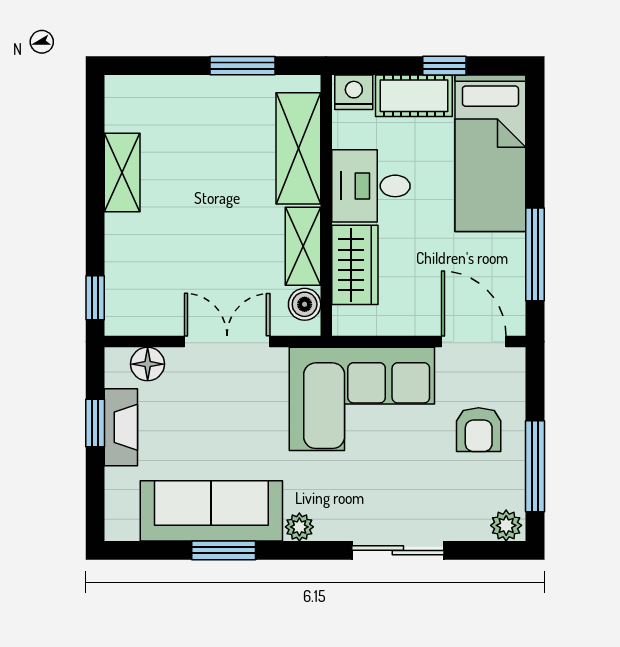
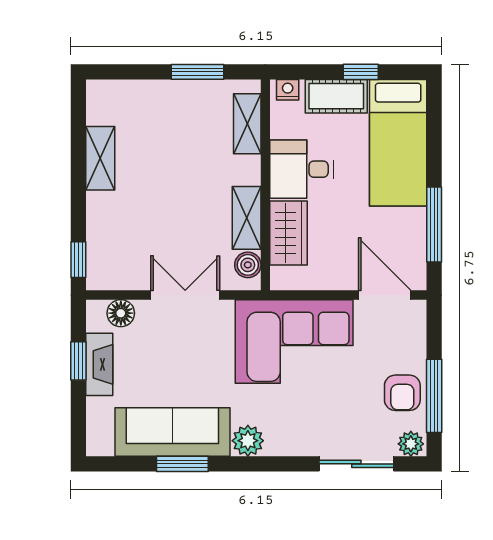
nightstand: (354, 92) -> (288, 90), width x0.72, depth x0.74
shelving: (298, 148) -> (247, 124), width x0.67, depth x0.75
armchair: (479, 430) -> (402, 393), moved
plant: (299, 527) -> (248, 441), width x1.38, depth x1.38
sliding door: (398, 550) -> (356, 464), moved

